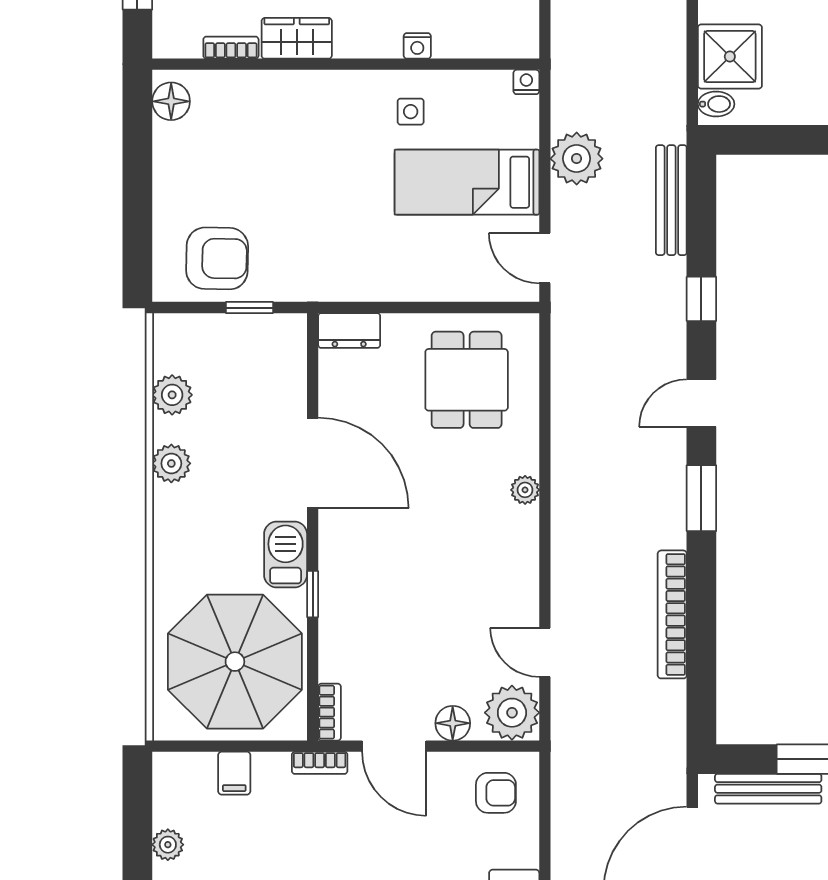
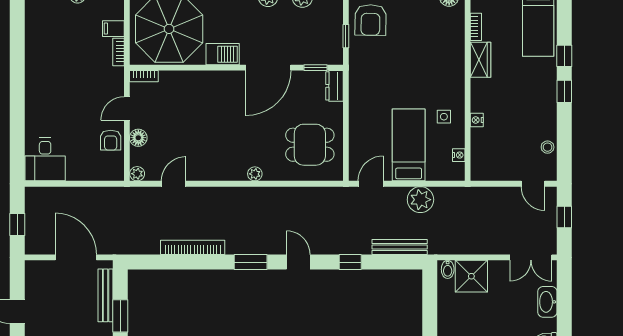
nightstand: (526, 82) -> (459, 155), moved
window: (313, 594) -> (315, 68), moved
plant: (512, 713) -> (137, 174), width x0.53, depth x0.53
door: (394, 746) -> (127, 108), width x0.73
bookcase: (320, 763) -> (118, 52), moved
armchair: (496, 793) -> (111, 140), moved

